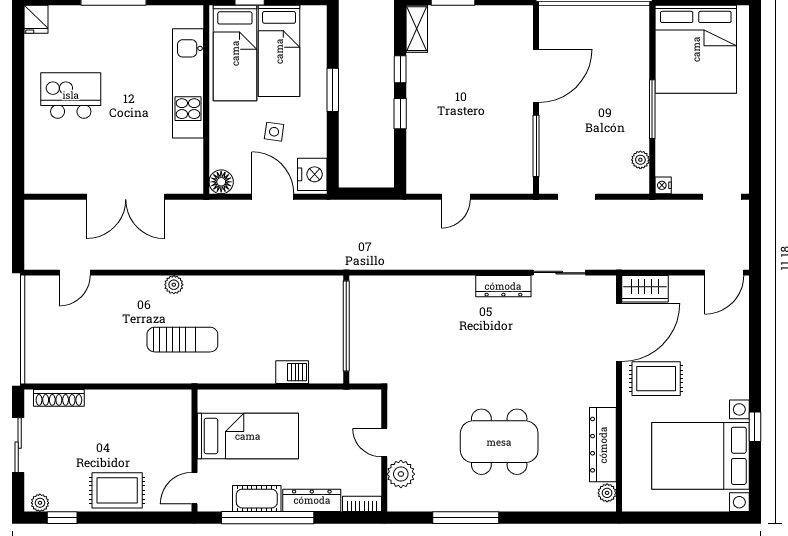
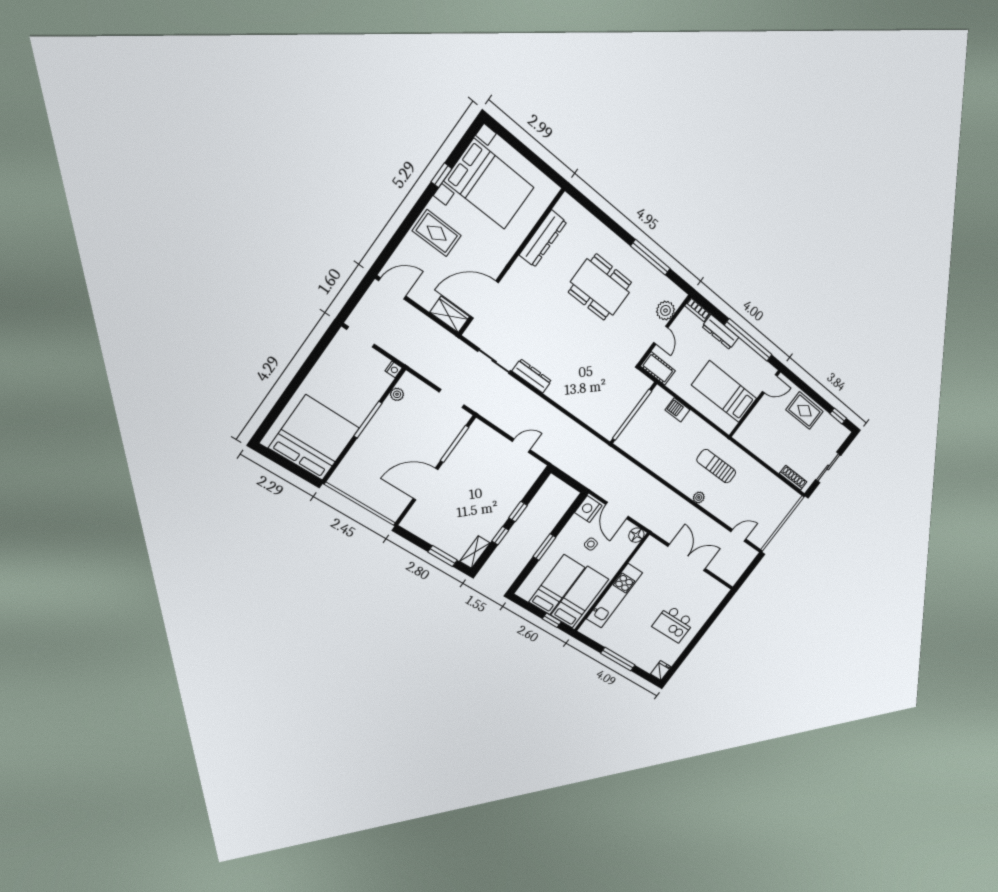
rug: (656, 379) -> (437, 233), moved
plant: (607, 493) -> (562, 207), removed
cot: (257, 499) -> (658, 368), moved
plant: (40, 503) -> (842, 431), removed

